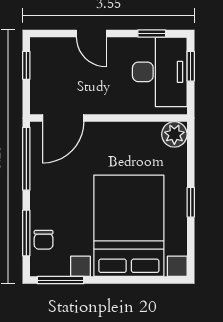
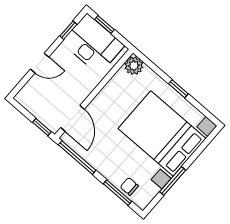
window: (26, 65) -> (42, 127), moved
chair: (44, 240) -> (129, 186), turned 180
window: (61, 280) -> (173, 181), moved

